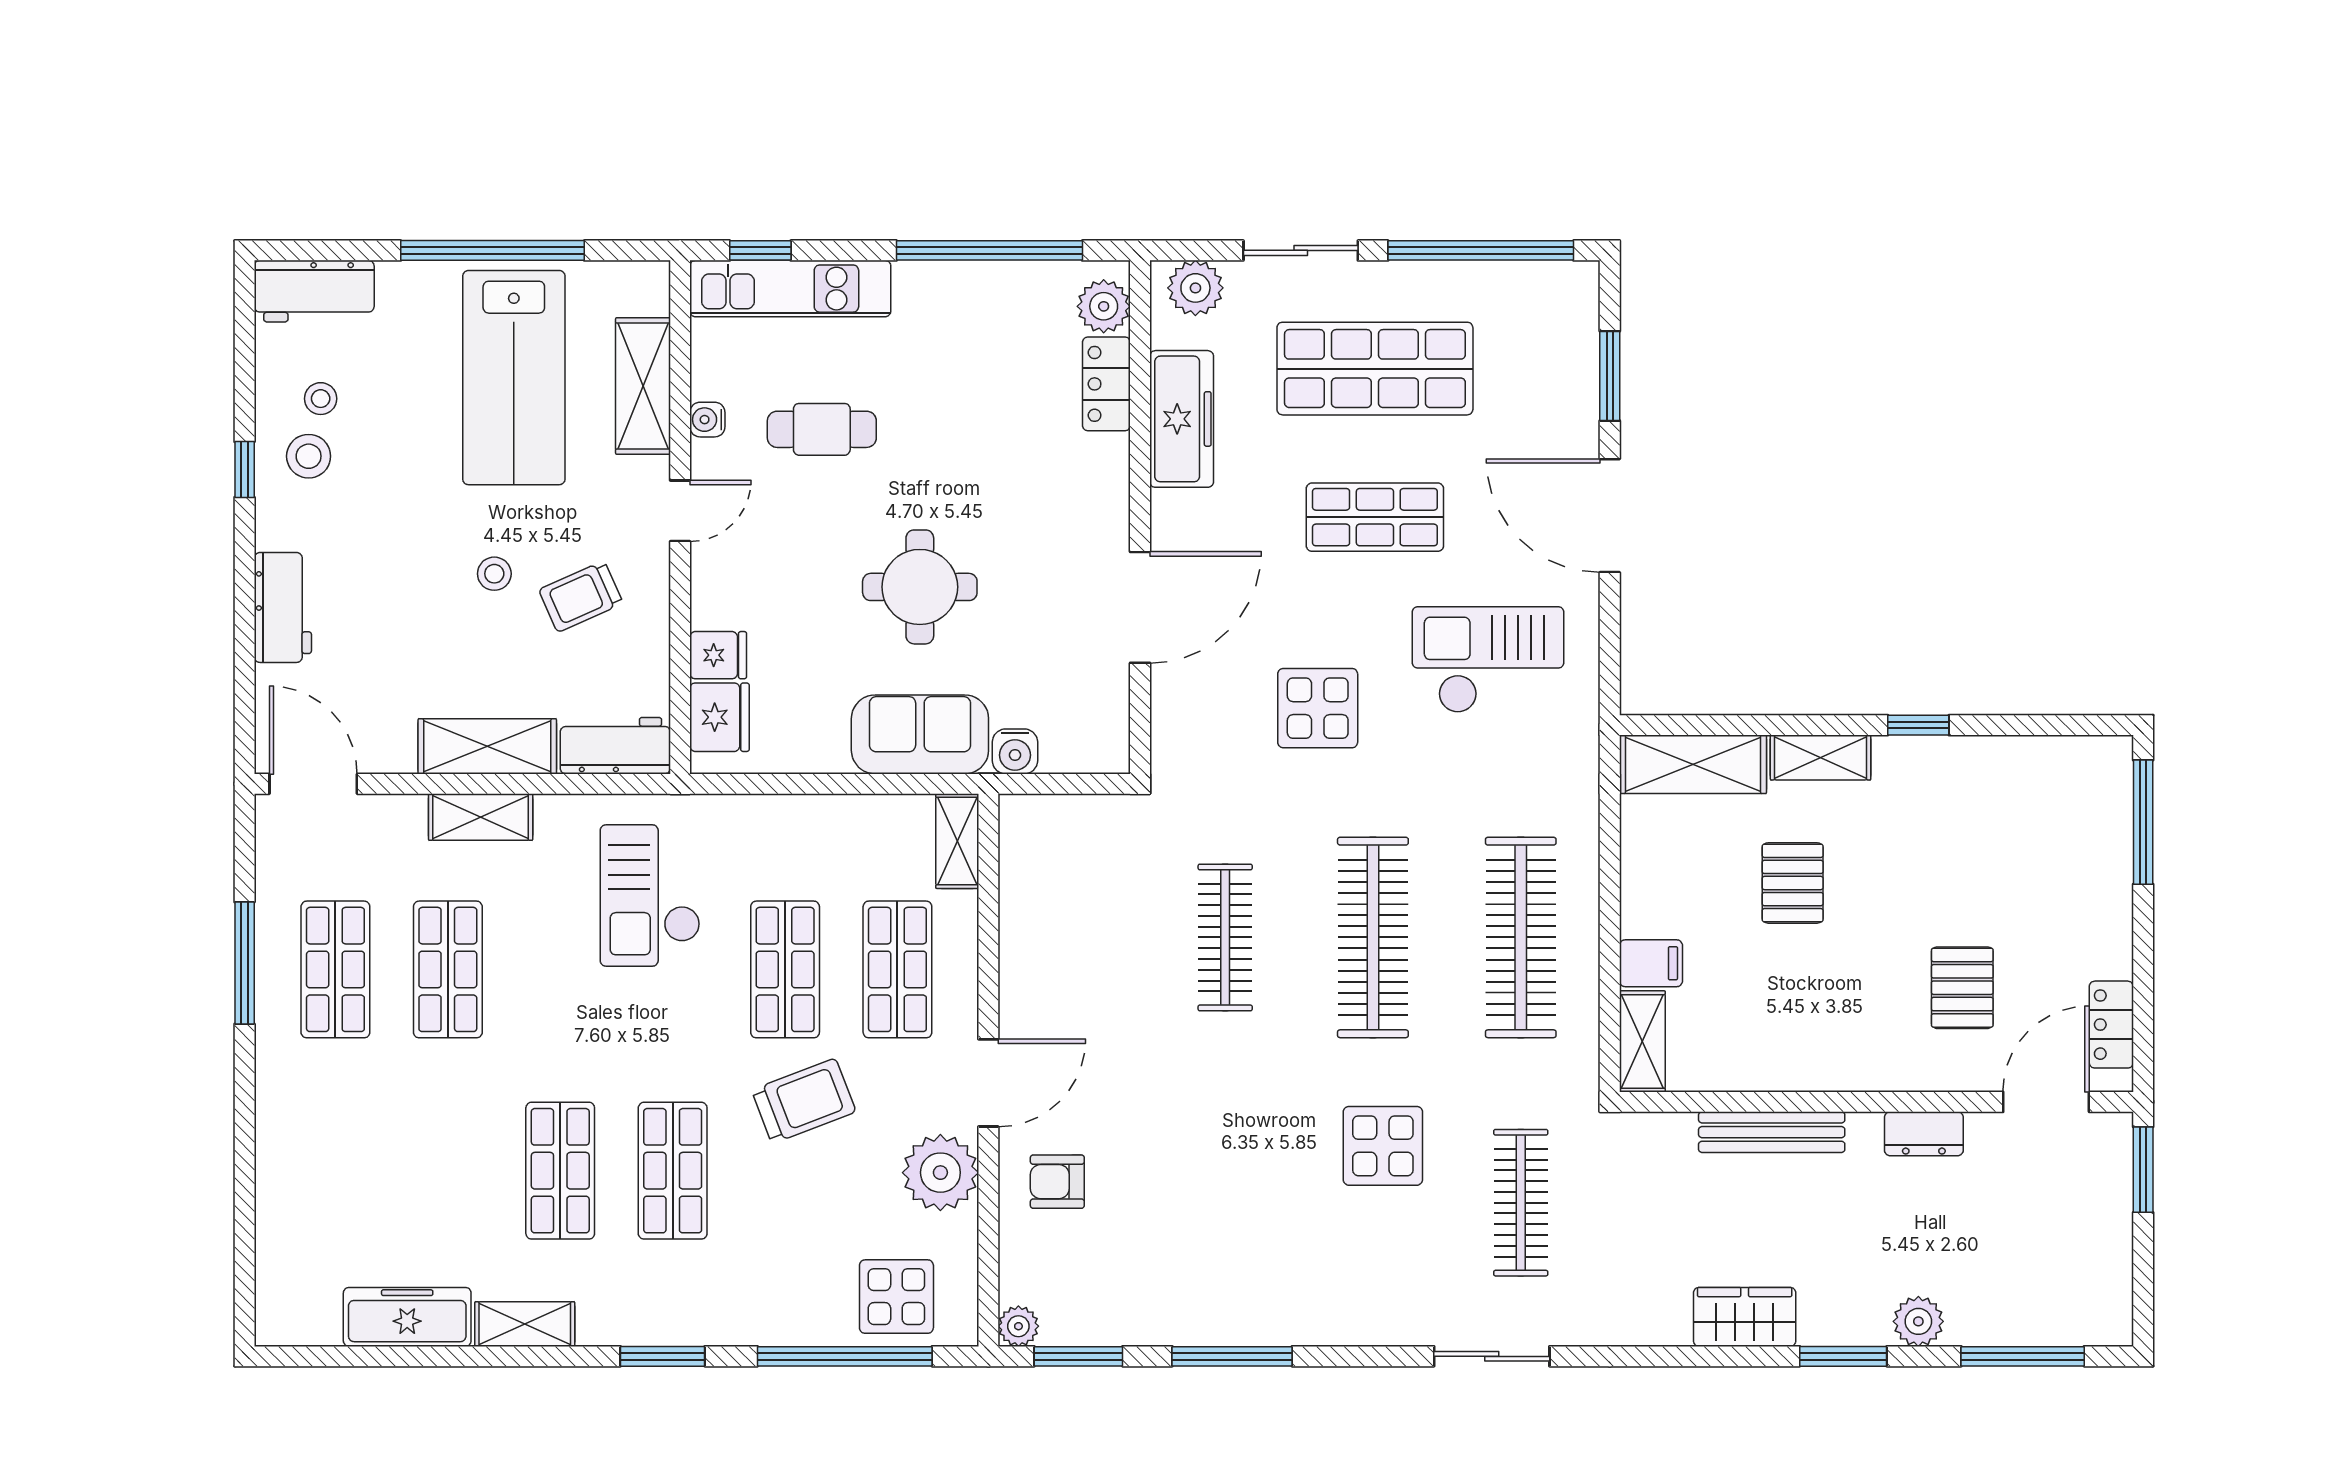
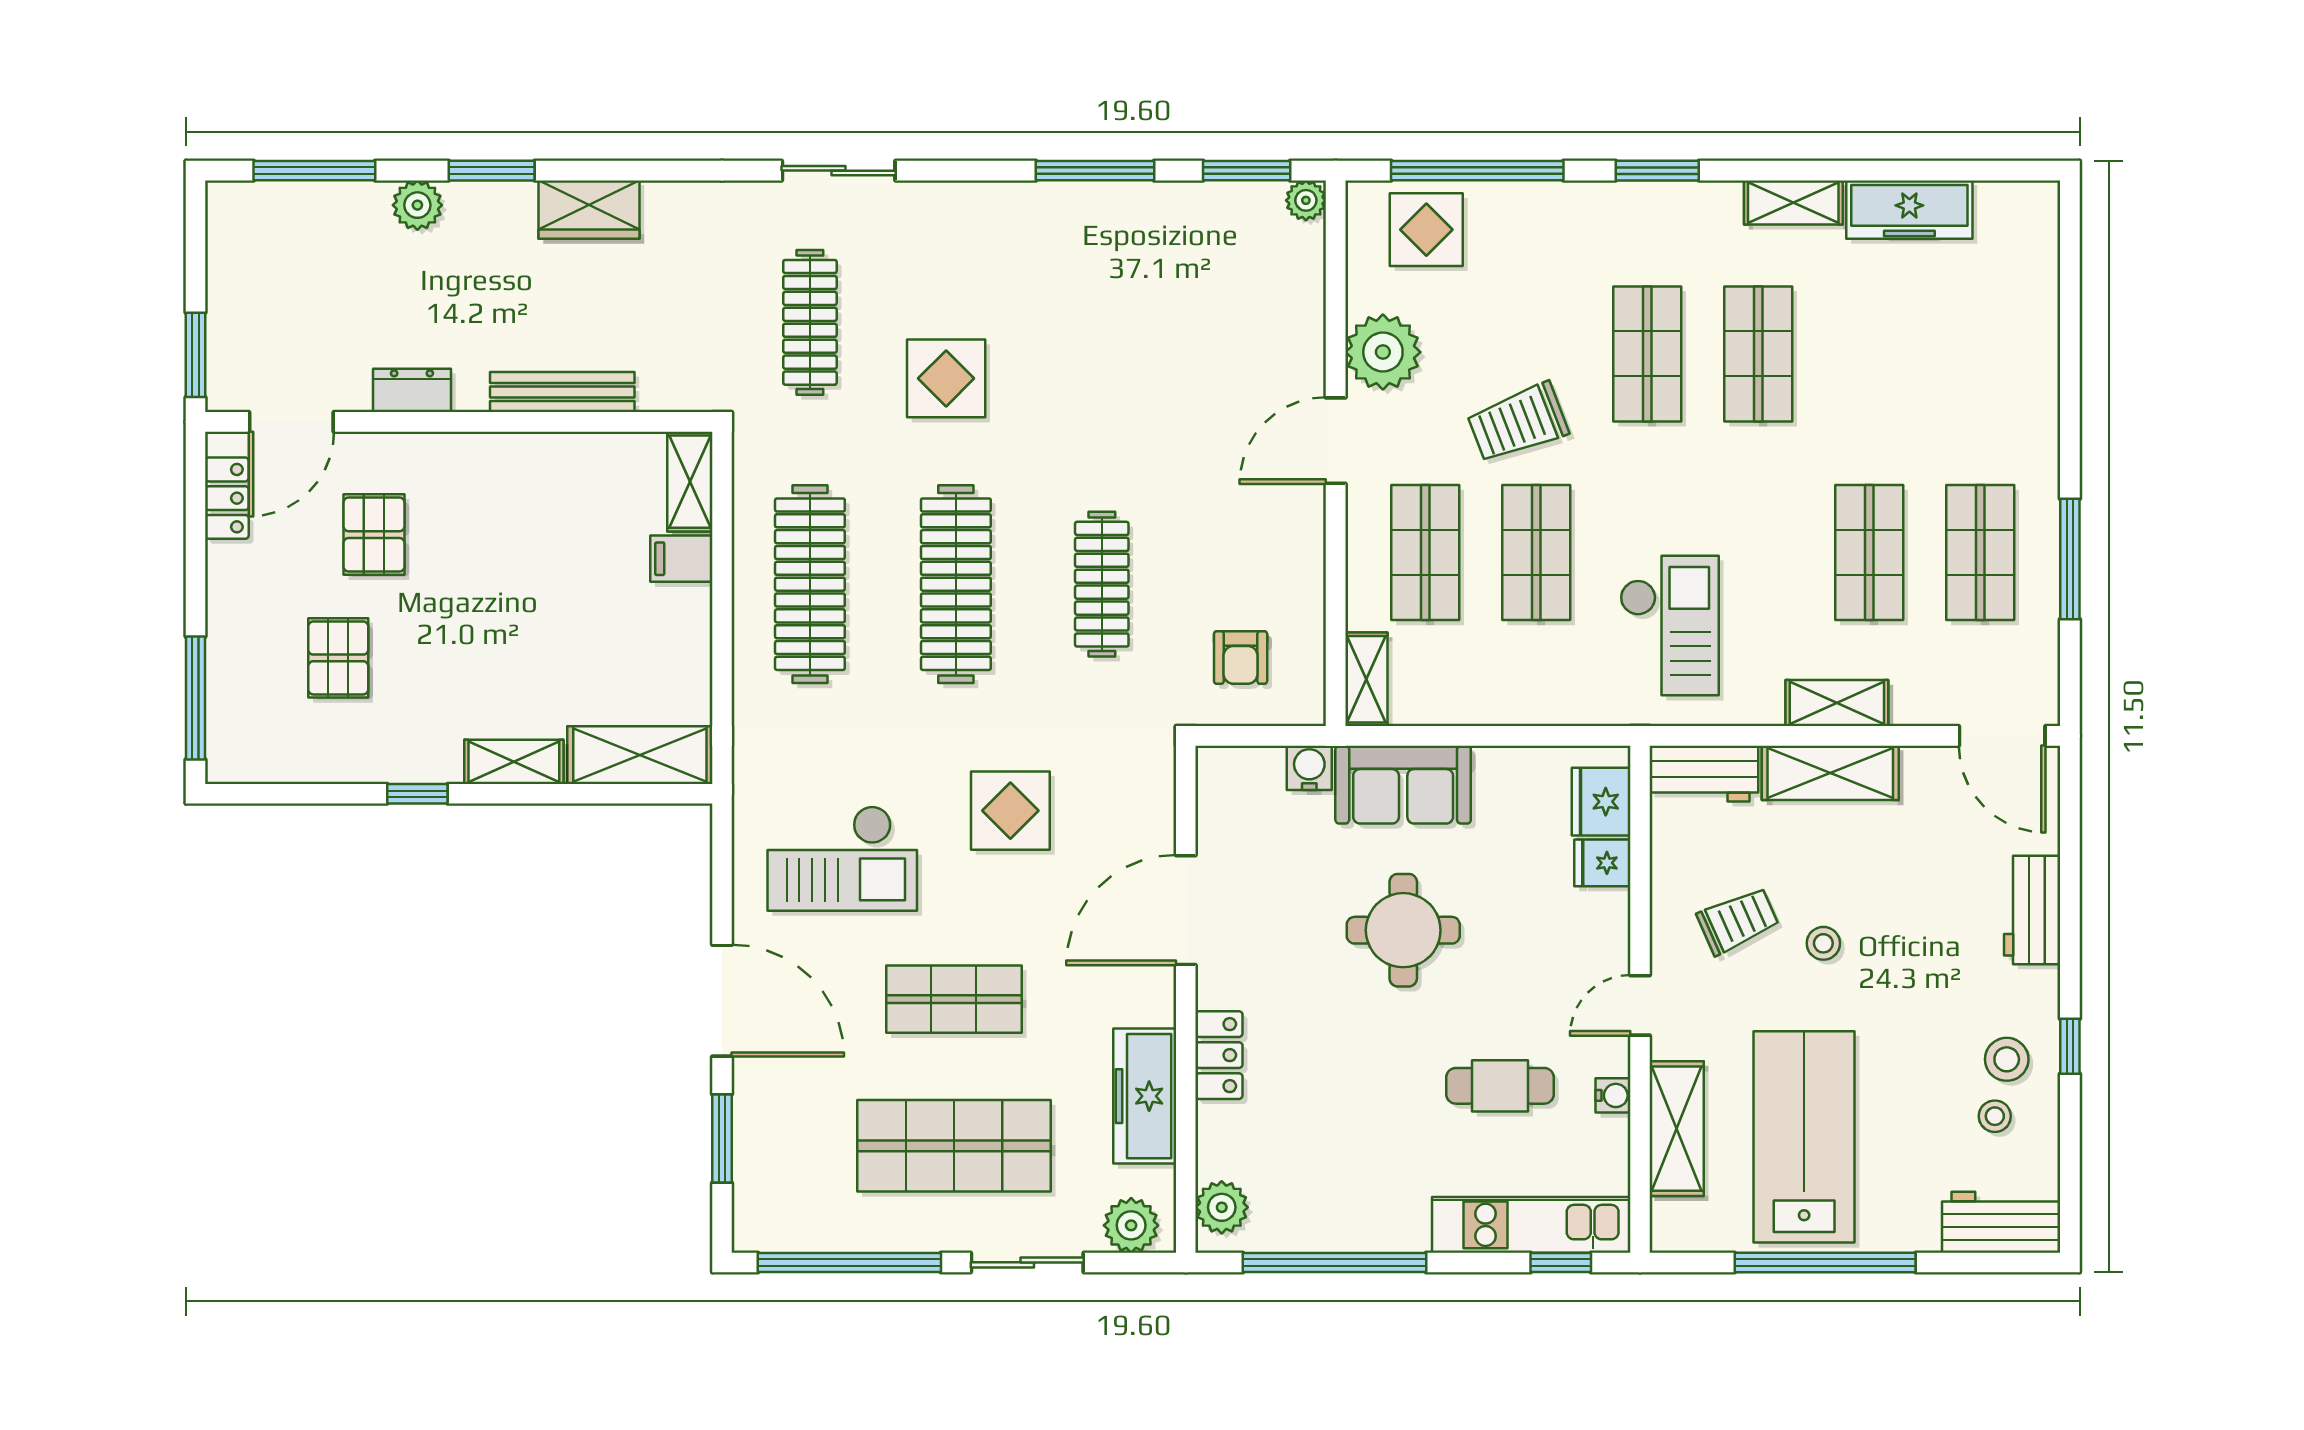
locker: (1106, 384) -> (1219, 1055), moved
pallet: (1793, 883) -> (338, 658), moved
armchair: (1057, 1182) -> (1241, 658), moved, turned 90

